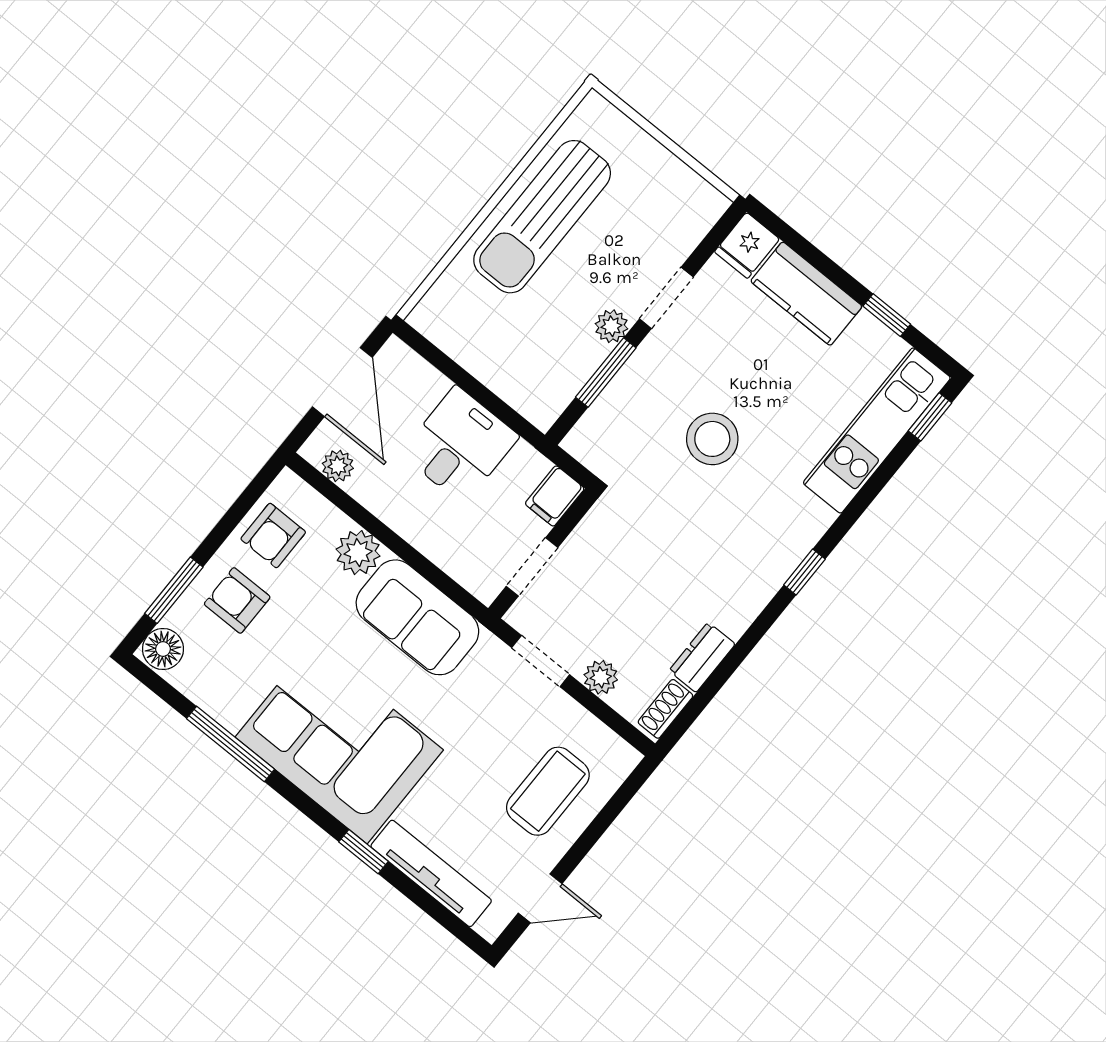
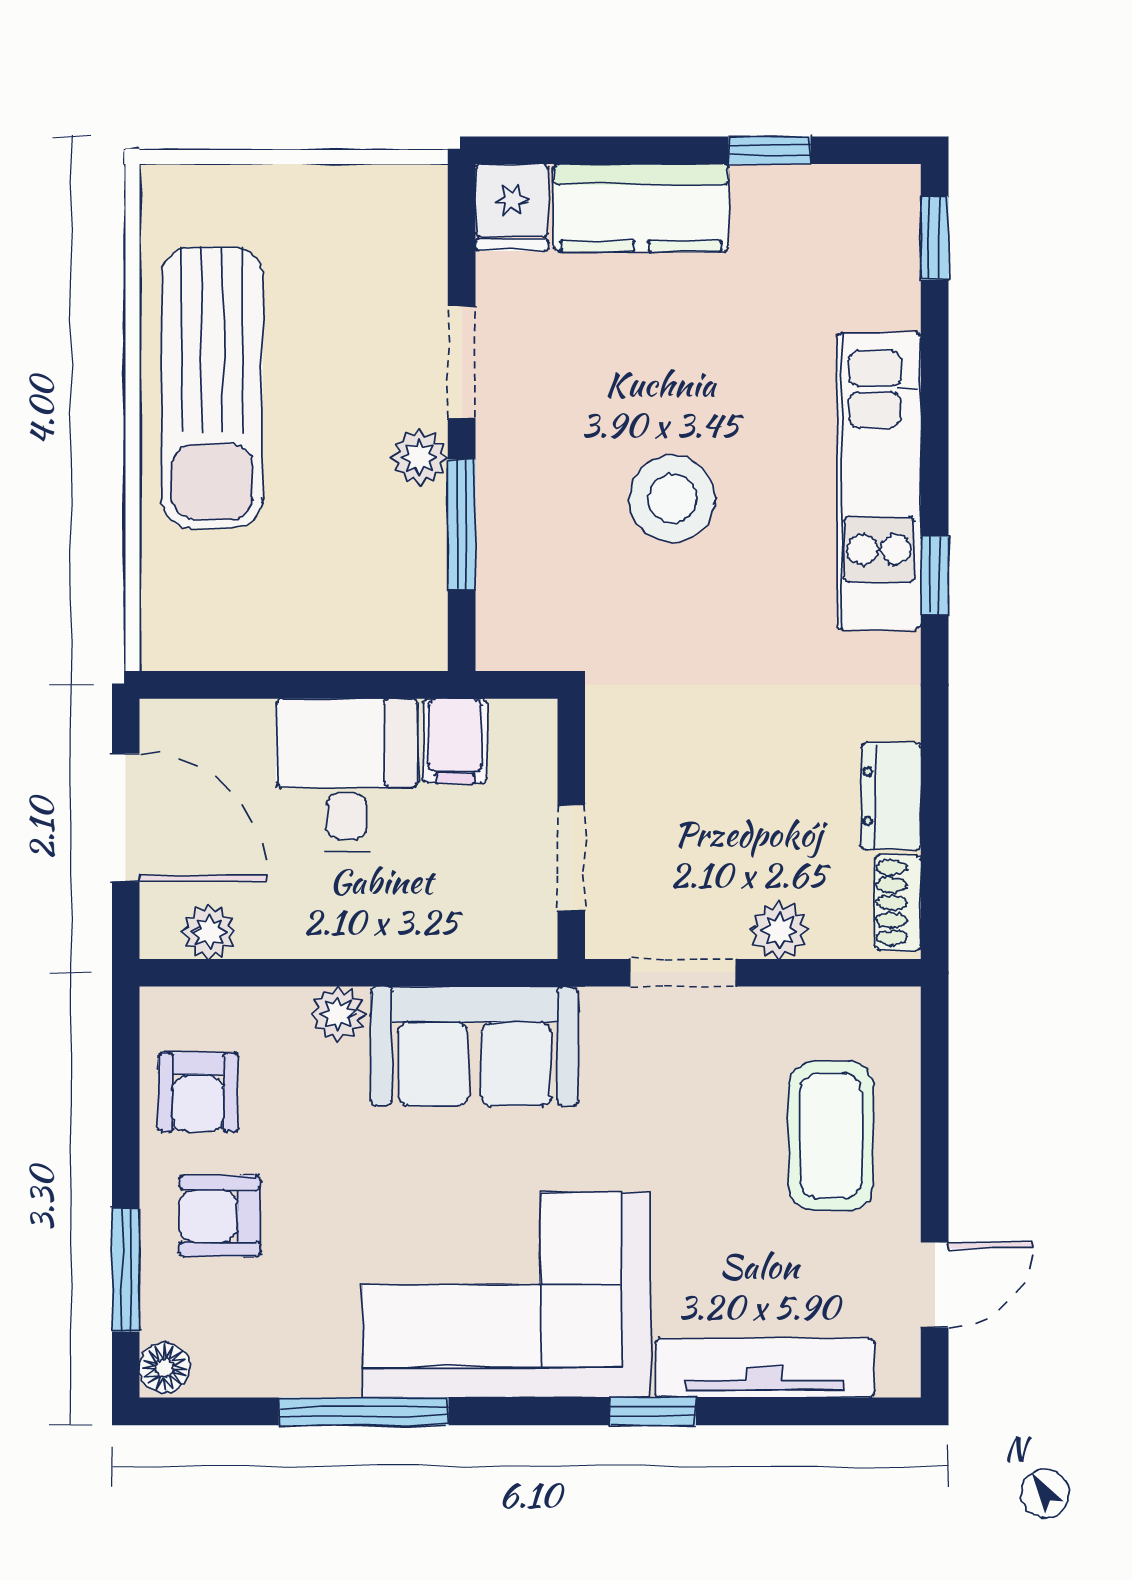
kitchen unit: (877, 430) -> (879, 481), moved
filing cabinet: (555, 496) -> (455, 741), moved
plant: (358, 553) -> (338, 1014), width x0.73, depth x0.73
floor lamp: (163, 649) -> (165, 1368), width x0.73, depth x0.73

